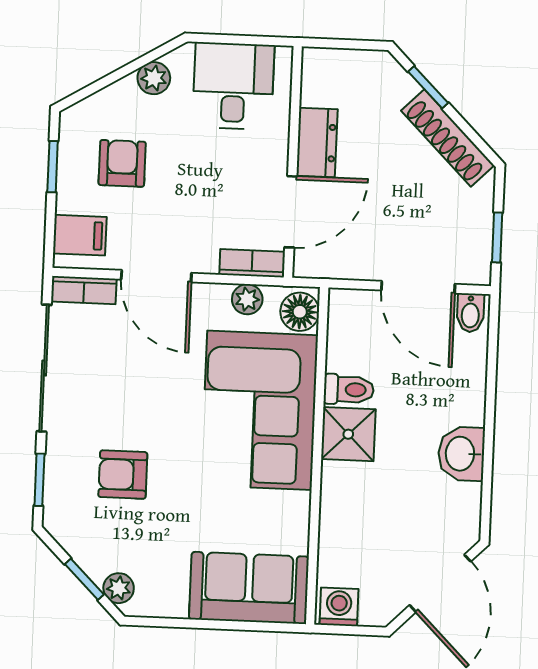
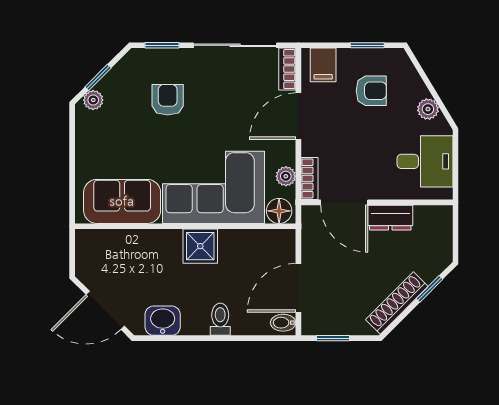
toilet: (349, 390) -> (220, 319), moved, turned 180
washbasin: (461, 454) -> (163, 321), moved
sofa: (249, 588) -> (122, 201), moved, turned -90
washing machine: (339, 607) -> (87, 245), removed

